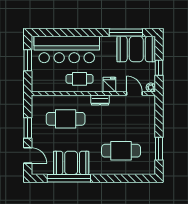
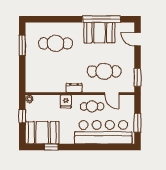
window: (126, 33) -> (51, 147), width x0.46
door: (134, 93) -> (112, 94), moved
window: (28, 128) -> (137, 77), moved

